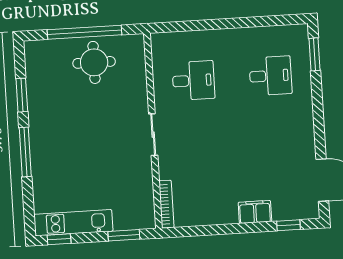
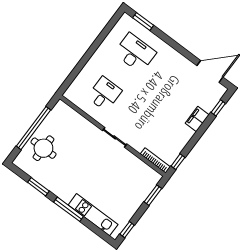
round table: (94, 62) -> (43, 148), moved
desk: (270, 76) -> (135, 53), width x1.37
kitchen unit: (73, 223) -> (93, 215), moved, turned 90
window: (187, 231) -> (178, 162), added

